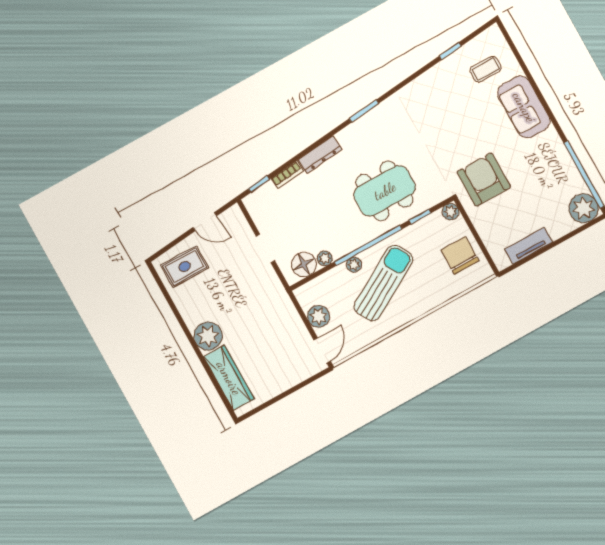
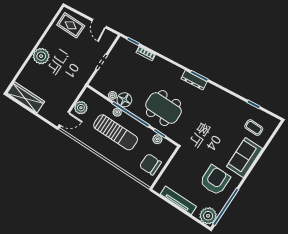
dresser: (320, 155) -> (194, 80), moved
armchair: (484, 179) -> (215, 180), moved
plant: (451, 212) -> (157, 139), moved
tv unit: (529, 246) -> (178, 200), width x1.41
chair: (460, 255) -> (150, 164), turned -90
floor lamp: (304, 265) -> (124, 100), moved
sun lounger: (383, 283) -> (116, 132), turned 30
wardrobe: (229, 378) -> (26, 97), moved, turned -90

